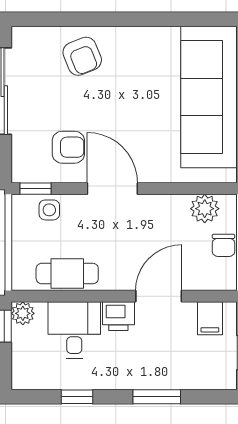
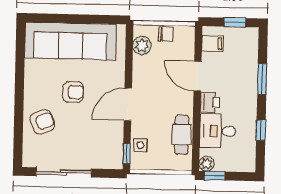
armchair: (68, 147) -> (73, 92), moved, turned 90

